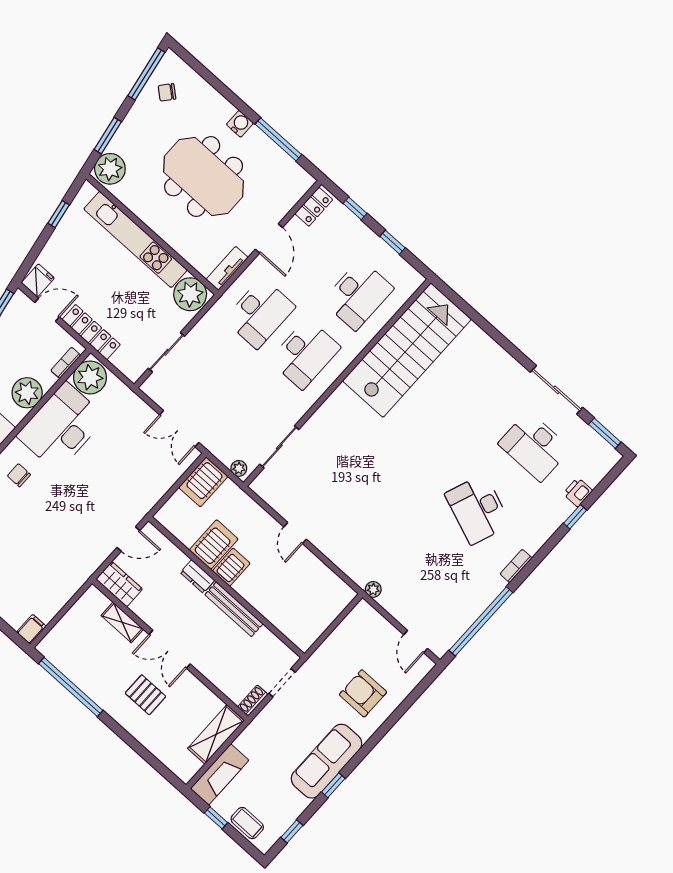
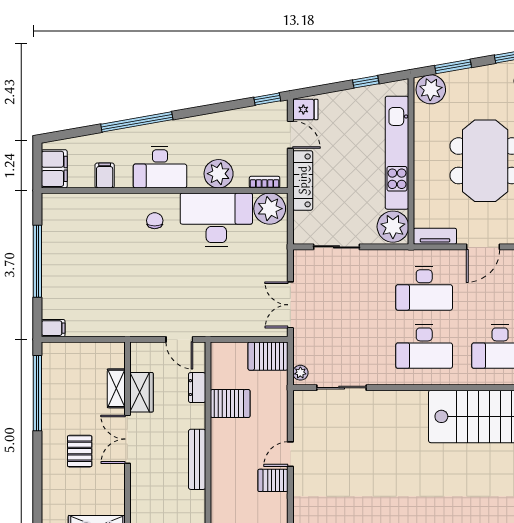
server rack: (231, 567) -> (273, 480), moved, turned 180
dresser: (197, 576) -> (197, 388), moved
wardrobe: (119, 584) -> (141, 392), moved

